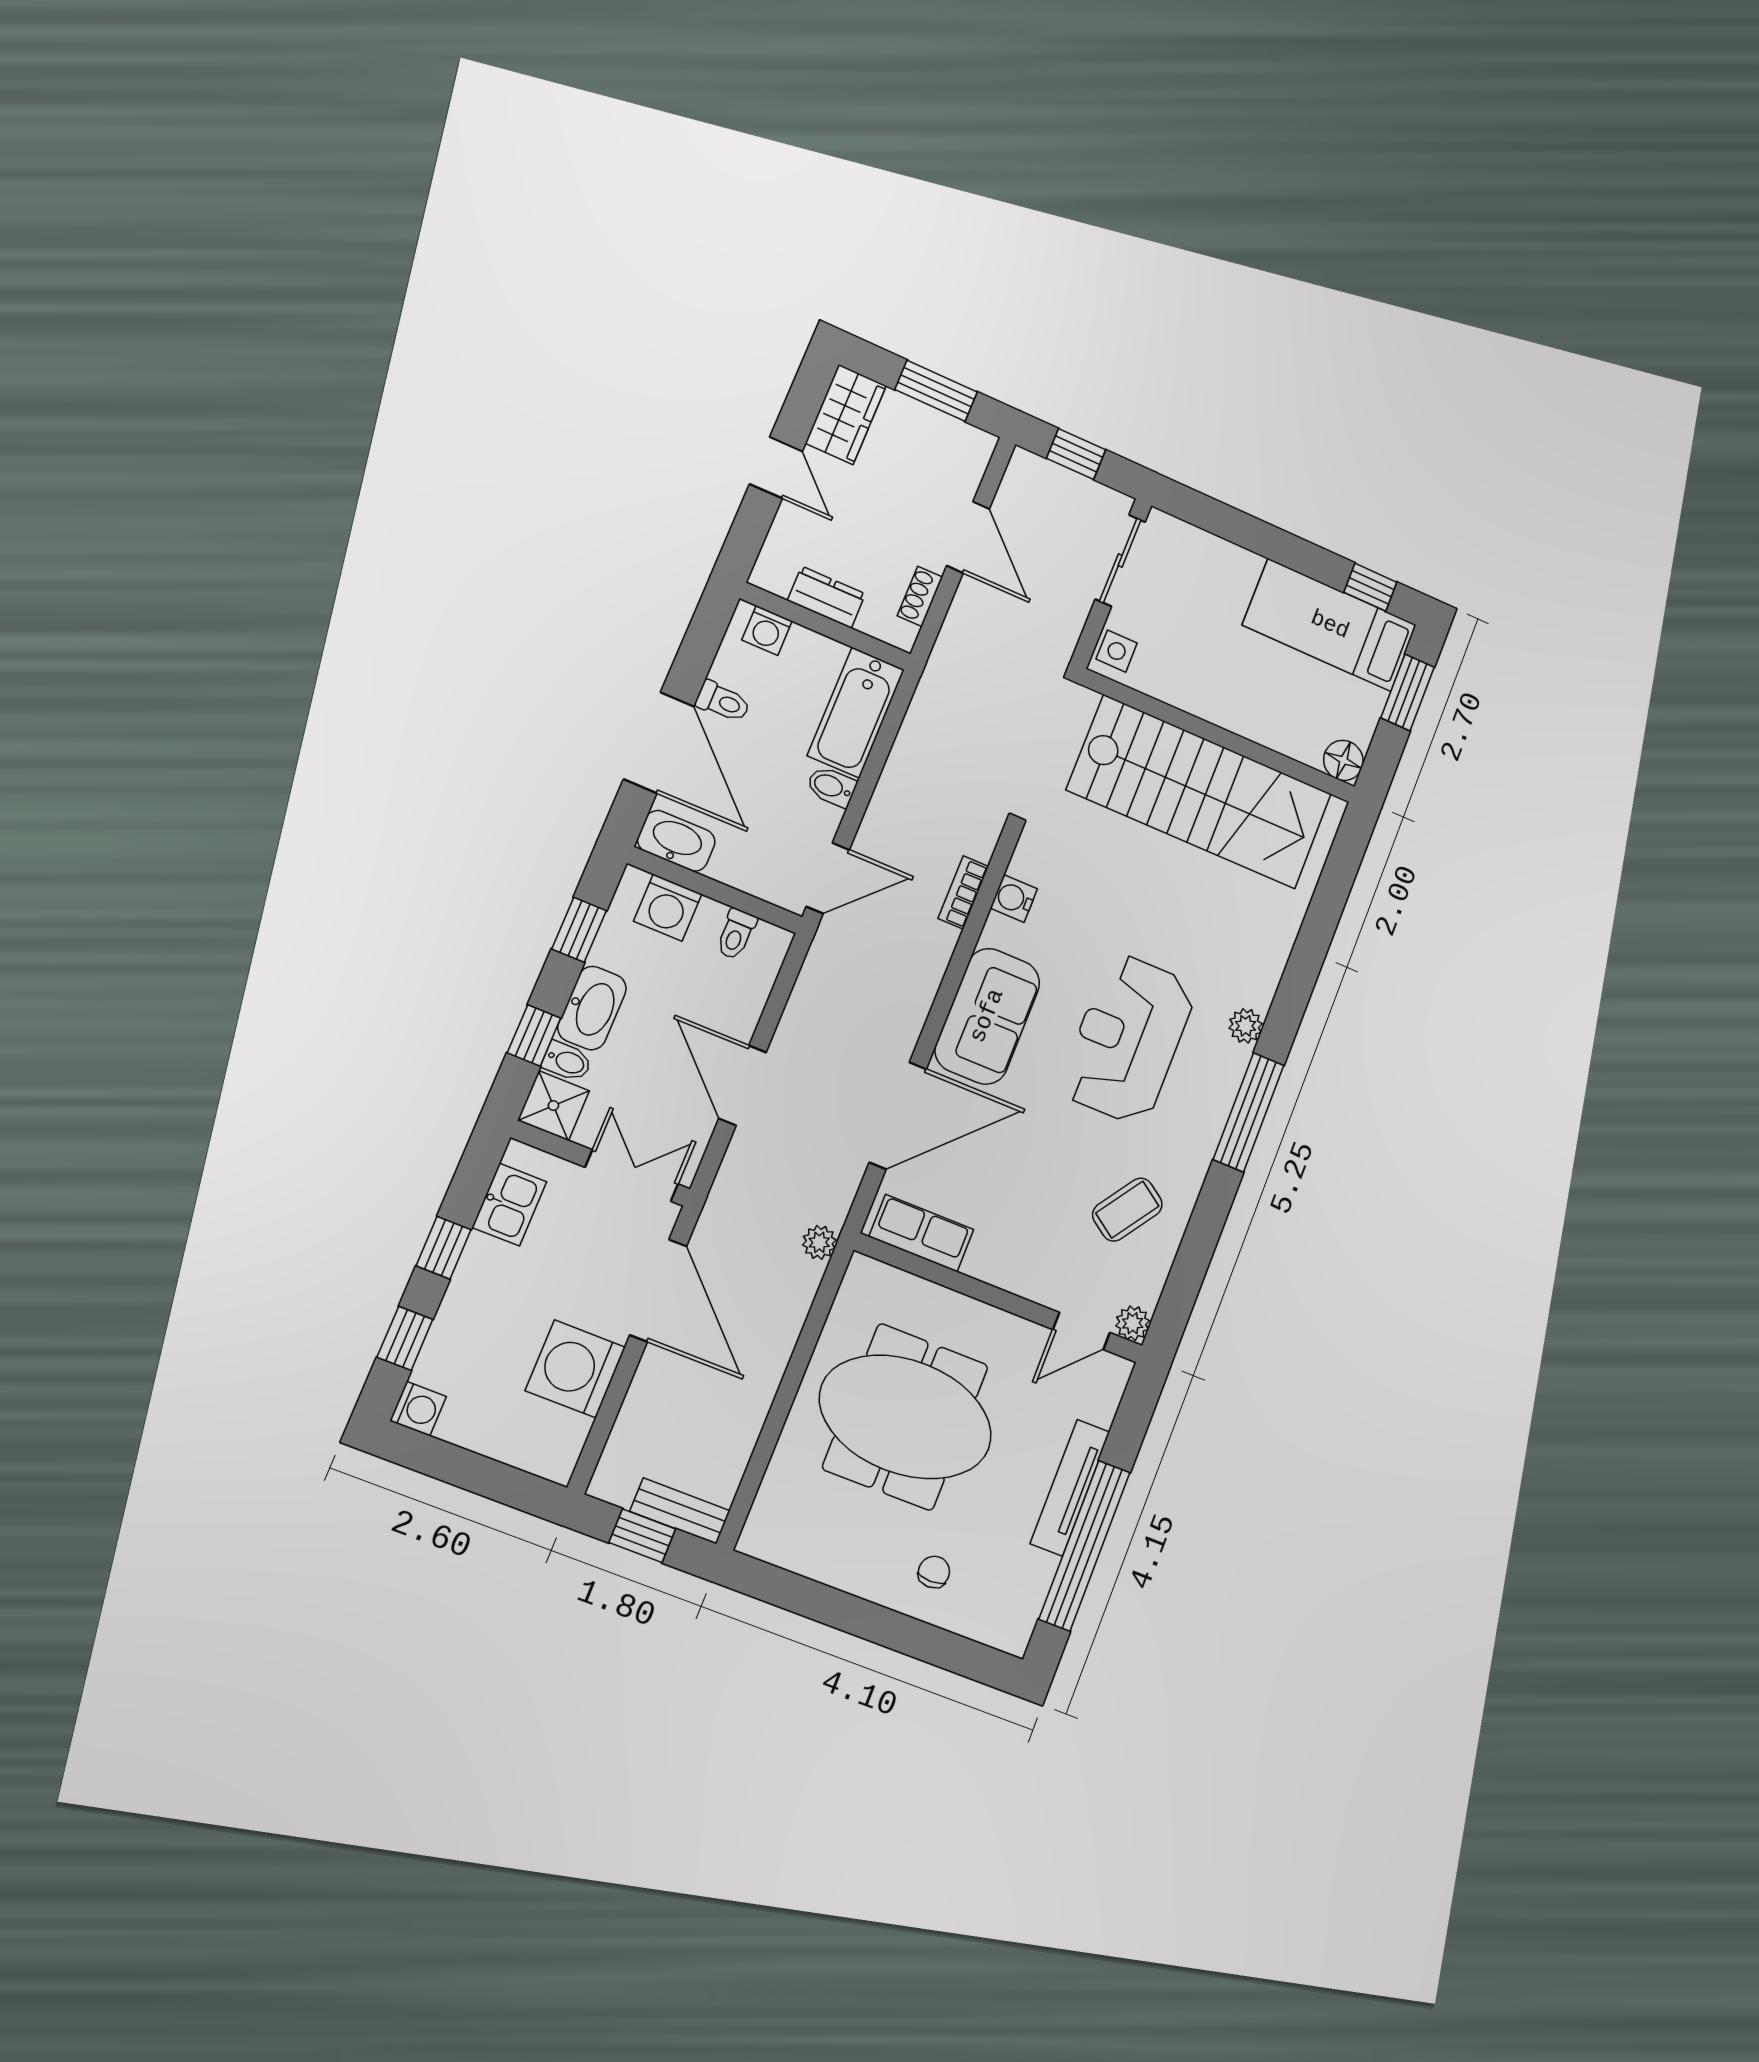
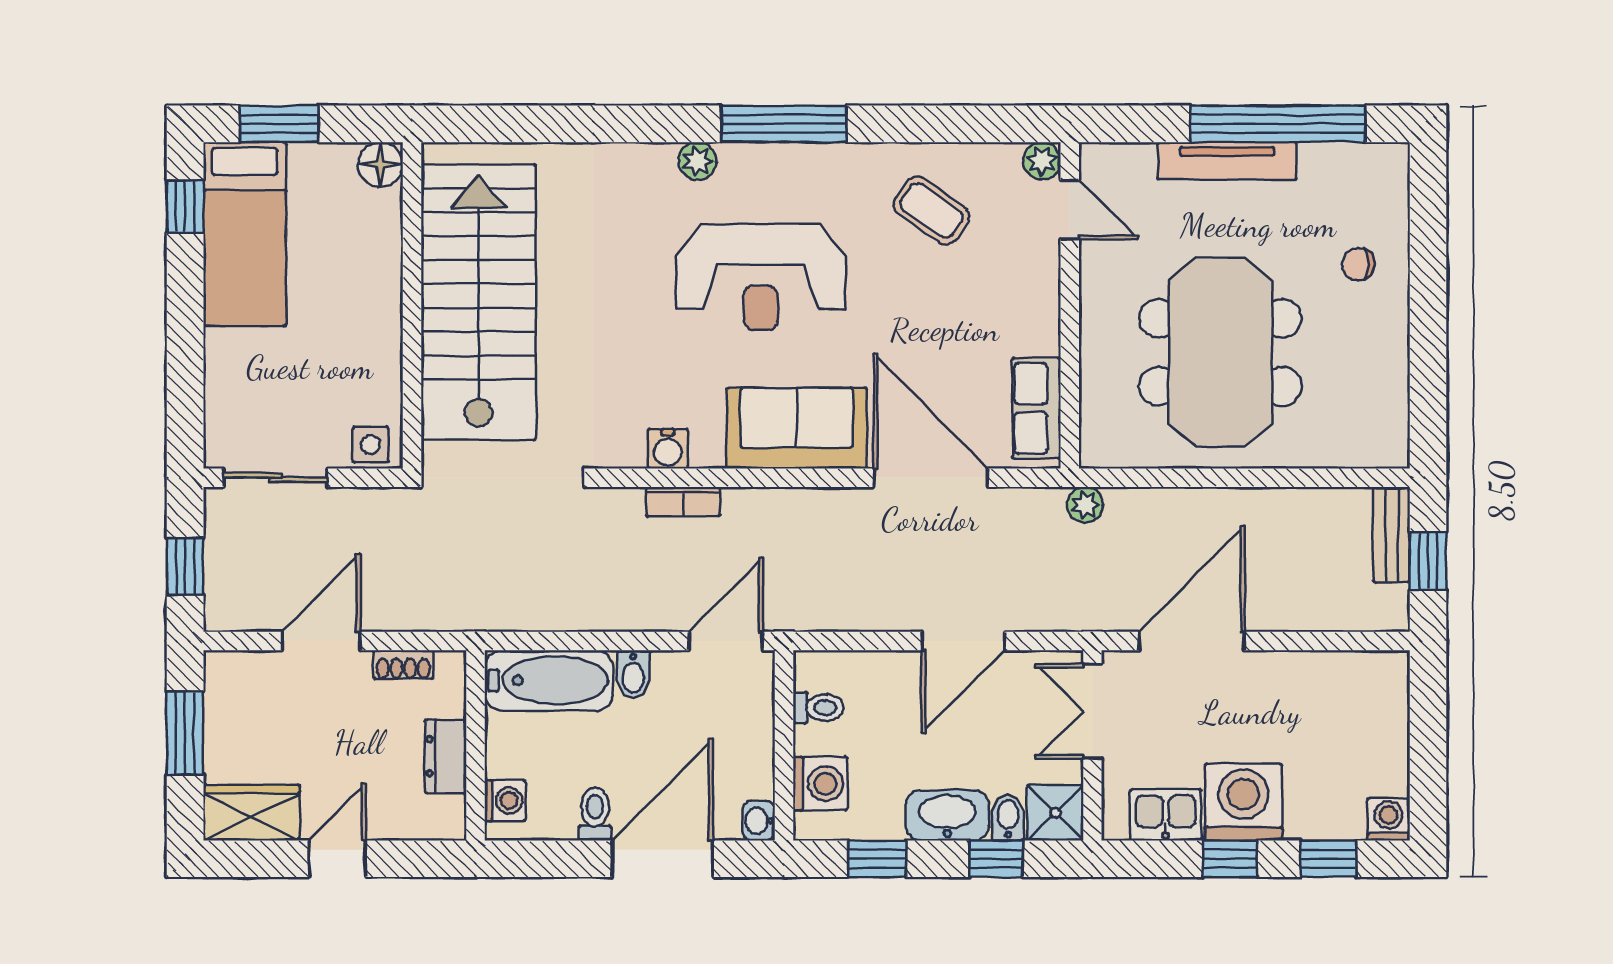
washbasin: (676, 841) -> (759, 821), width x0.52, depth x0.69
door: (828, 878) -> (726, 641), hinge flipped
washing machine: (575, 1369) -> (1243, 802), moved, turned 180

